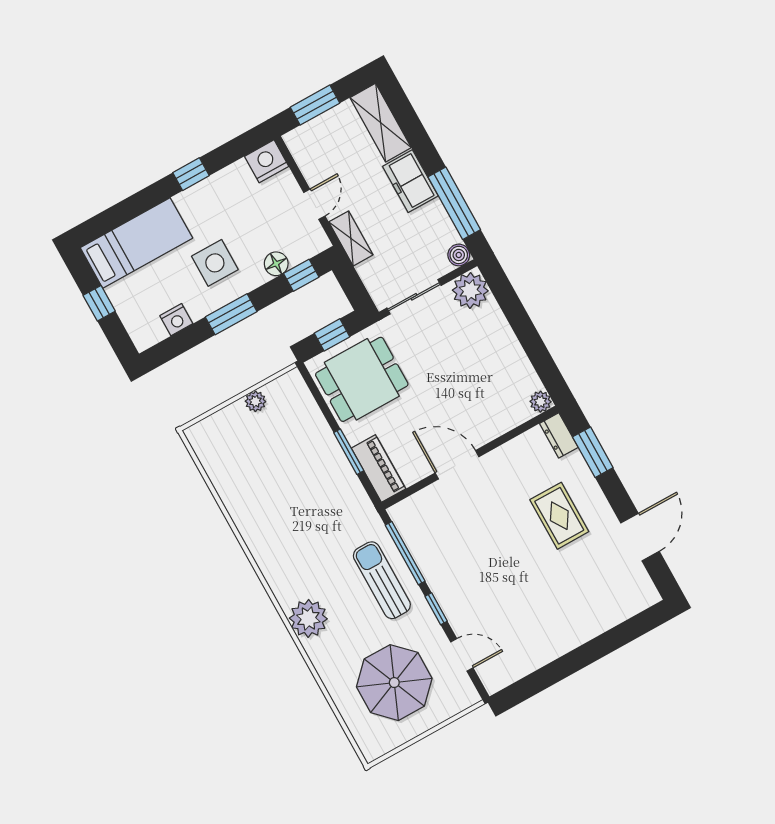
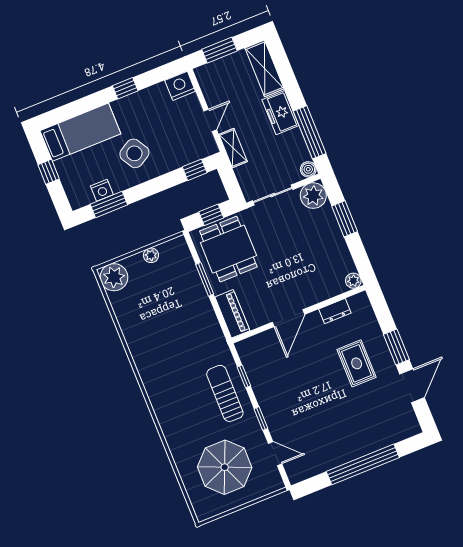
side table: (215, 263) -> (134, 153), turned -30
floor lamp: (276, 264) -> (178, 159), removed
window: (231, 314) -> (109, 204), moved
window: (518, 317) -> (345, 219), added
dining table: (362, 379) -> (228, 249), turned 90
dresser: (559, 435) -> (335, 311), moved, turned -90
window: (349, 452) -> (205, 279), moved
window: (593, 452) -> (396, 347), moved
door: (457, 465) -> (288, 318), swing flipped
window: (405, 553) -> (244, 376), width x0.46
plant: (308, 618) -> (114, 277), moved
window: (585, 655) -> (363, 464), added

